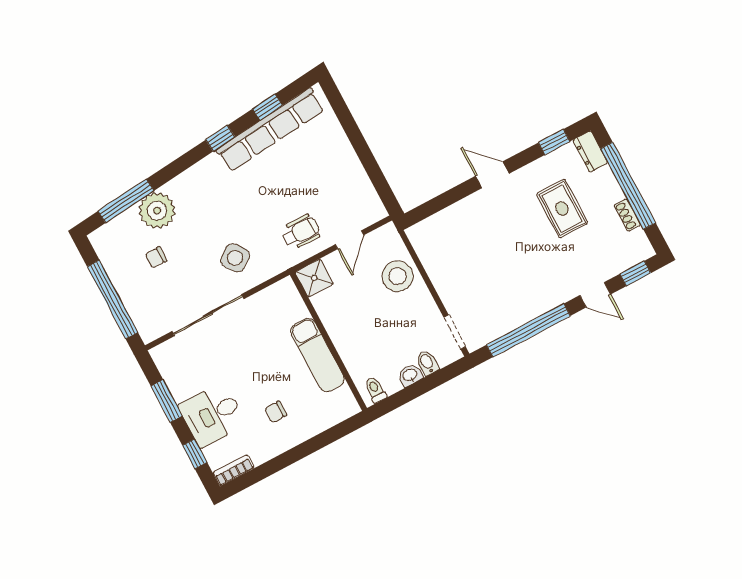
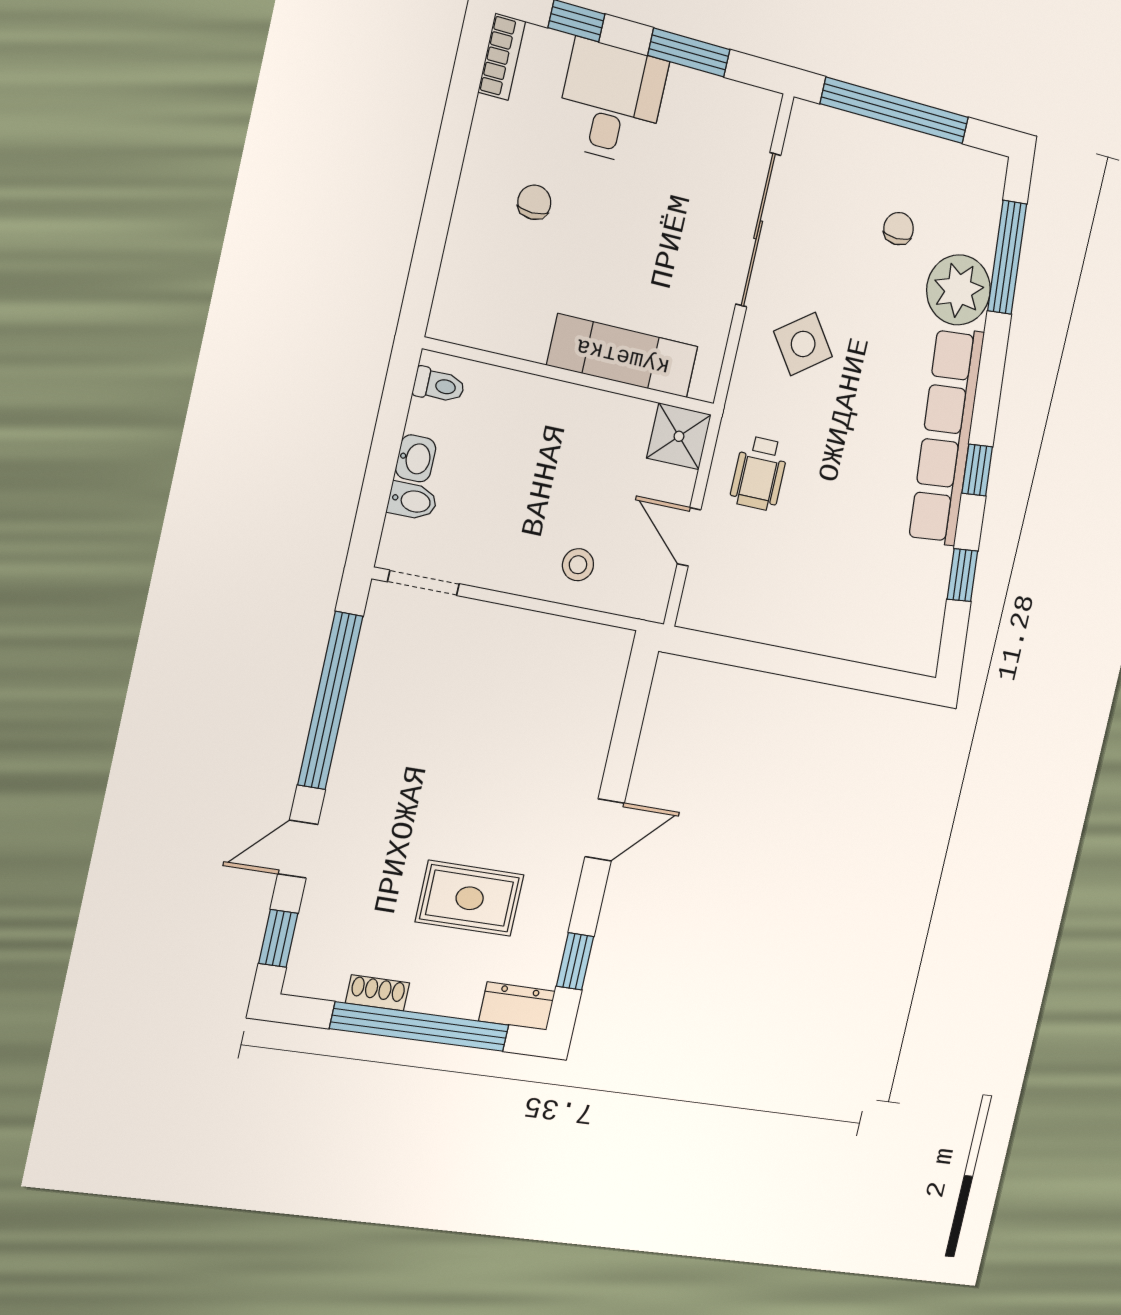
row of seats: (270, 130) -> (946, 437), moved
stool: (398, 276) -> (578, 565), width x0.53, depth x0.53
exam couch: (318, 355) -> (623, 356), moved

